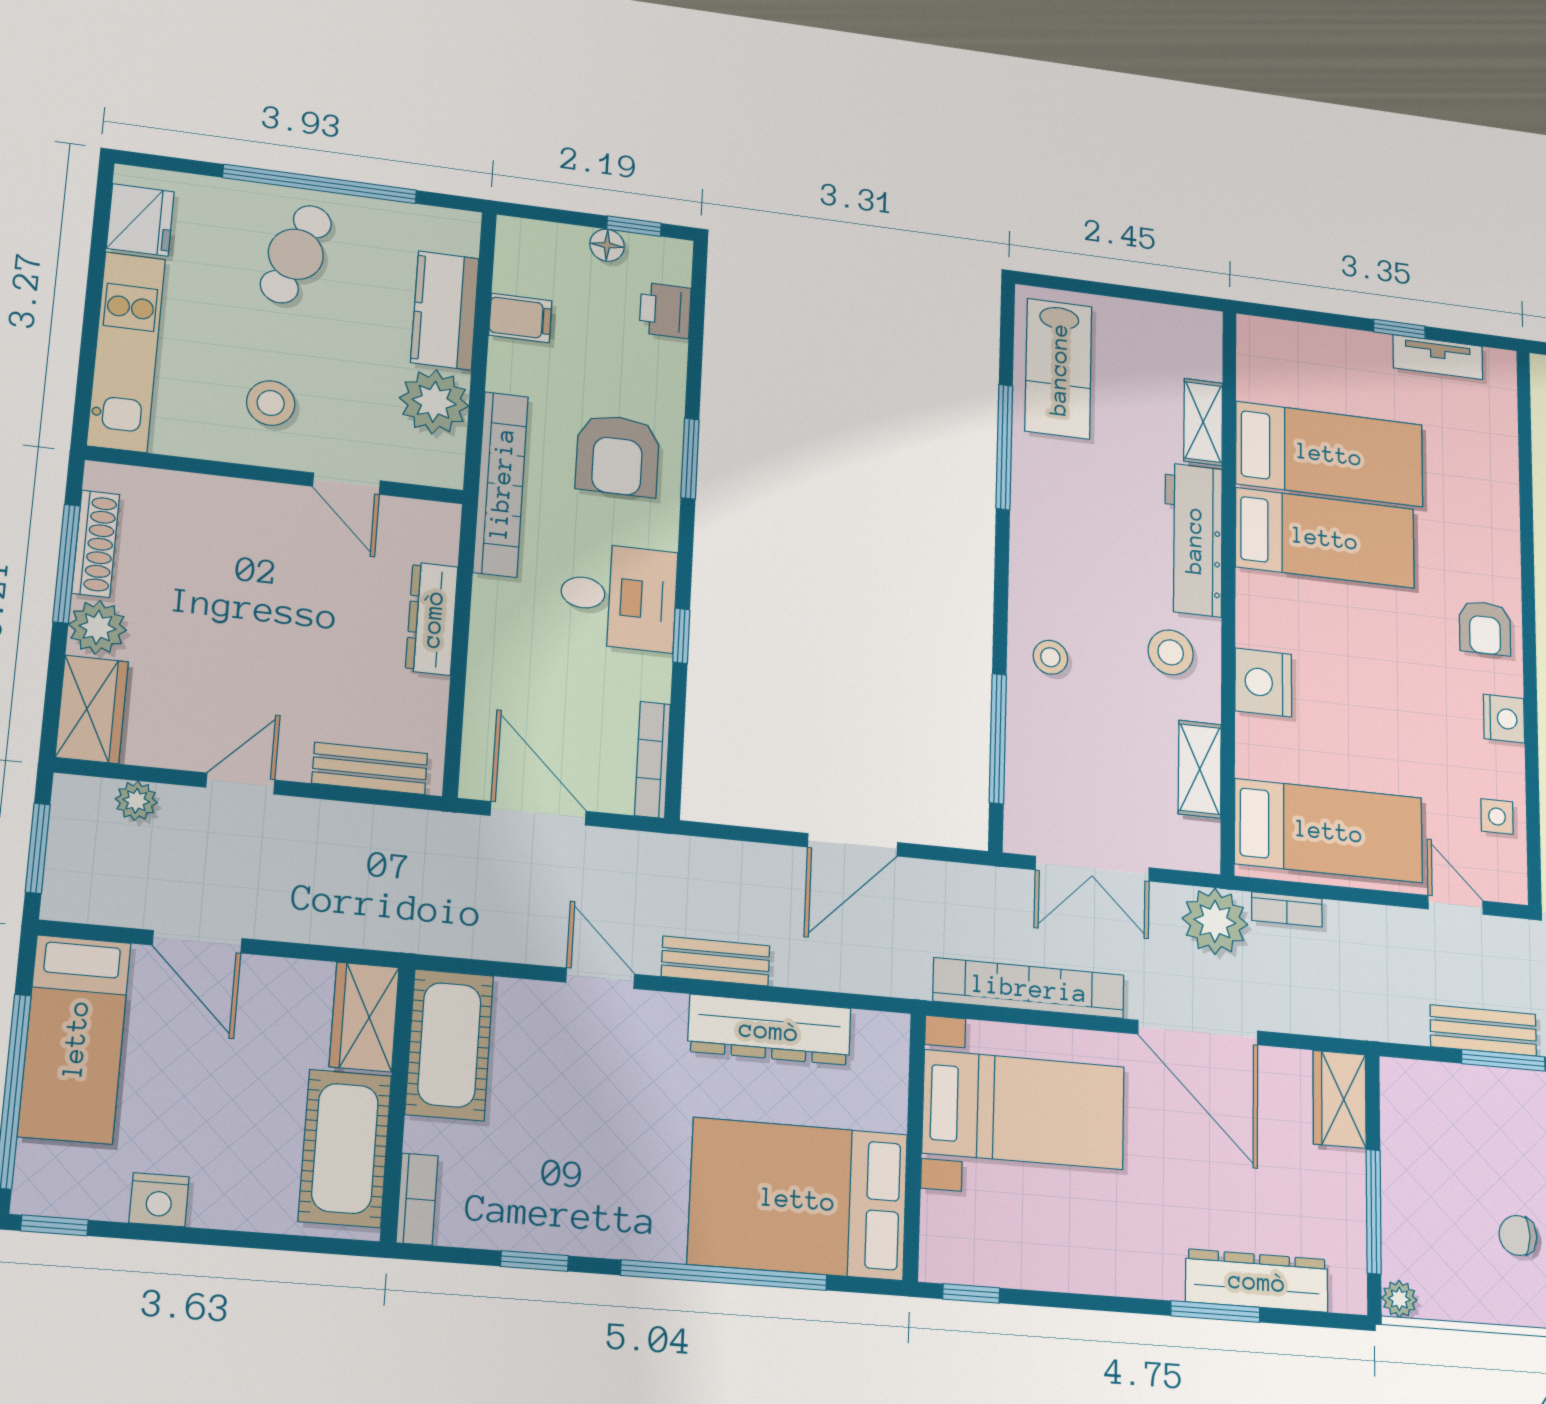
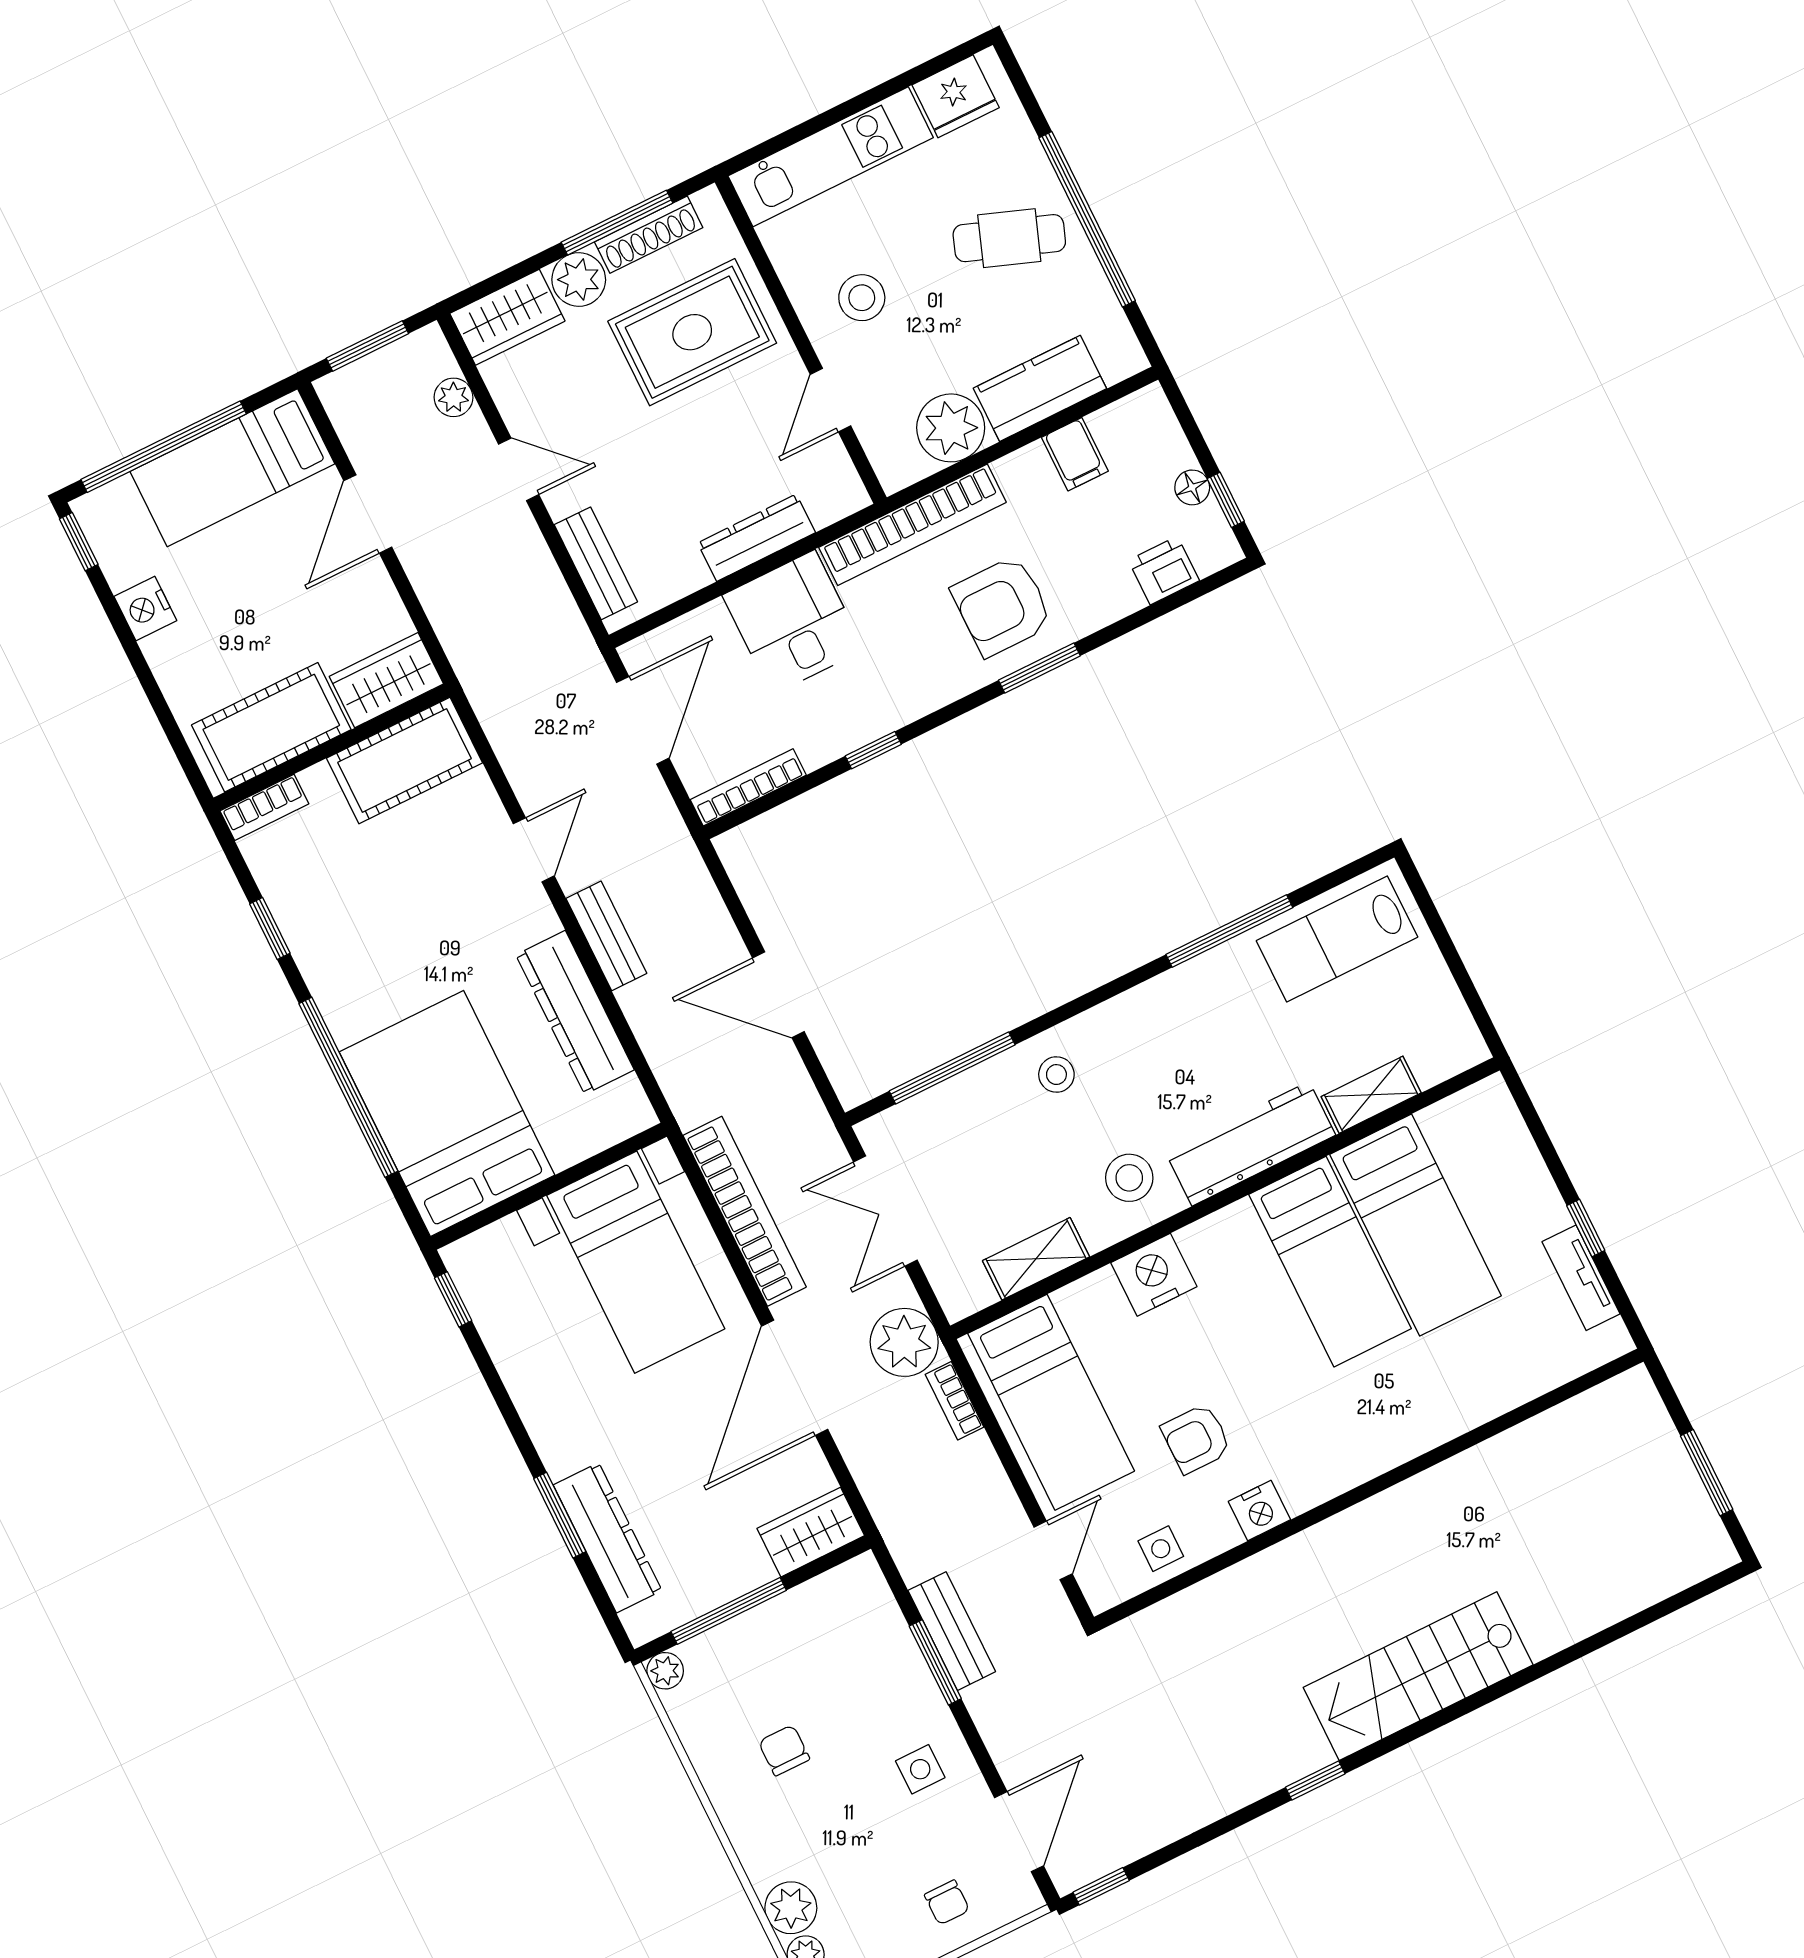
rug: (210, 561) -> (692, 332), added
desk: (618, 597) -> (793, 623), moved, turned 180
armchair: (1485, 628) -> (1196, 1439), moved

